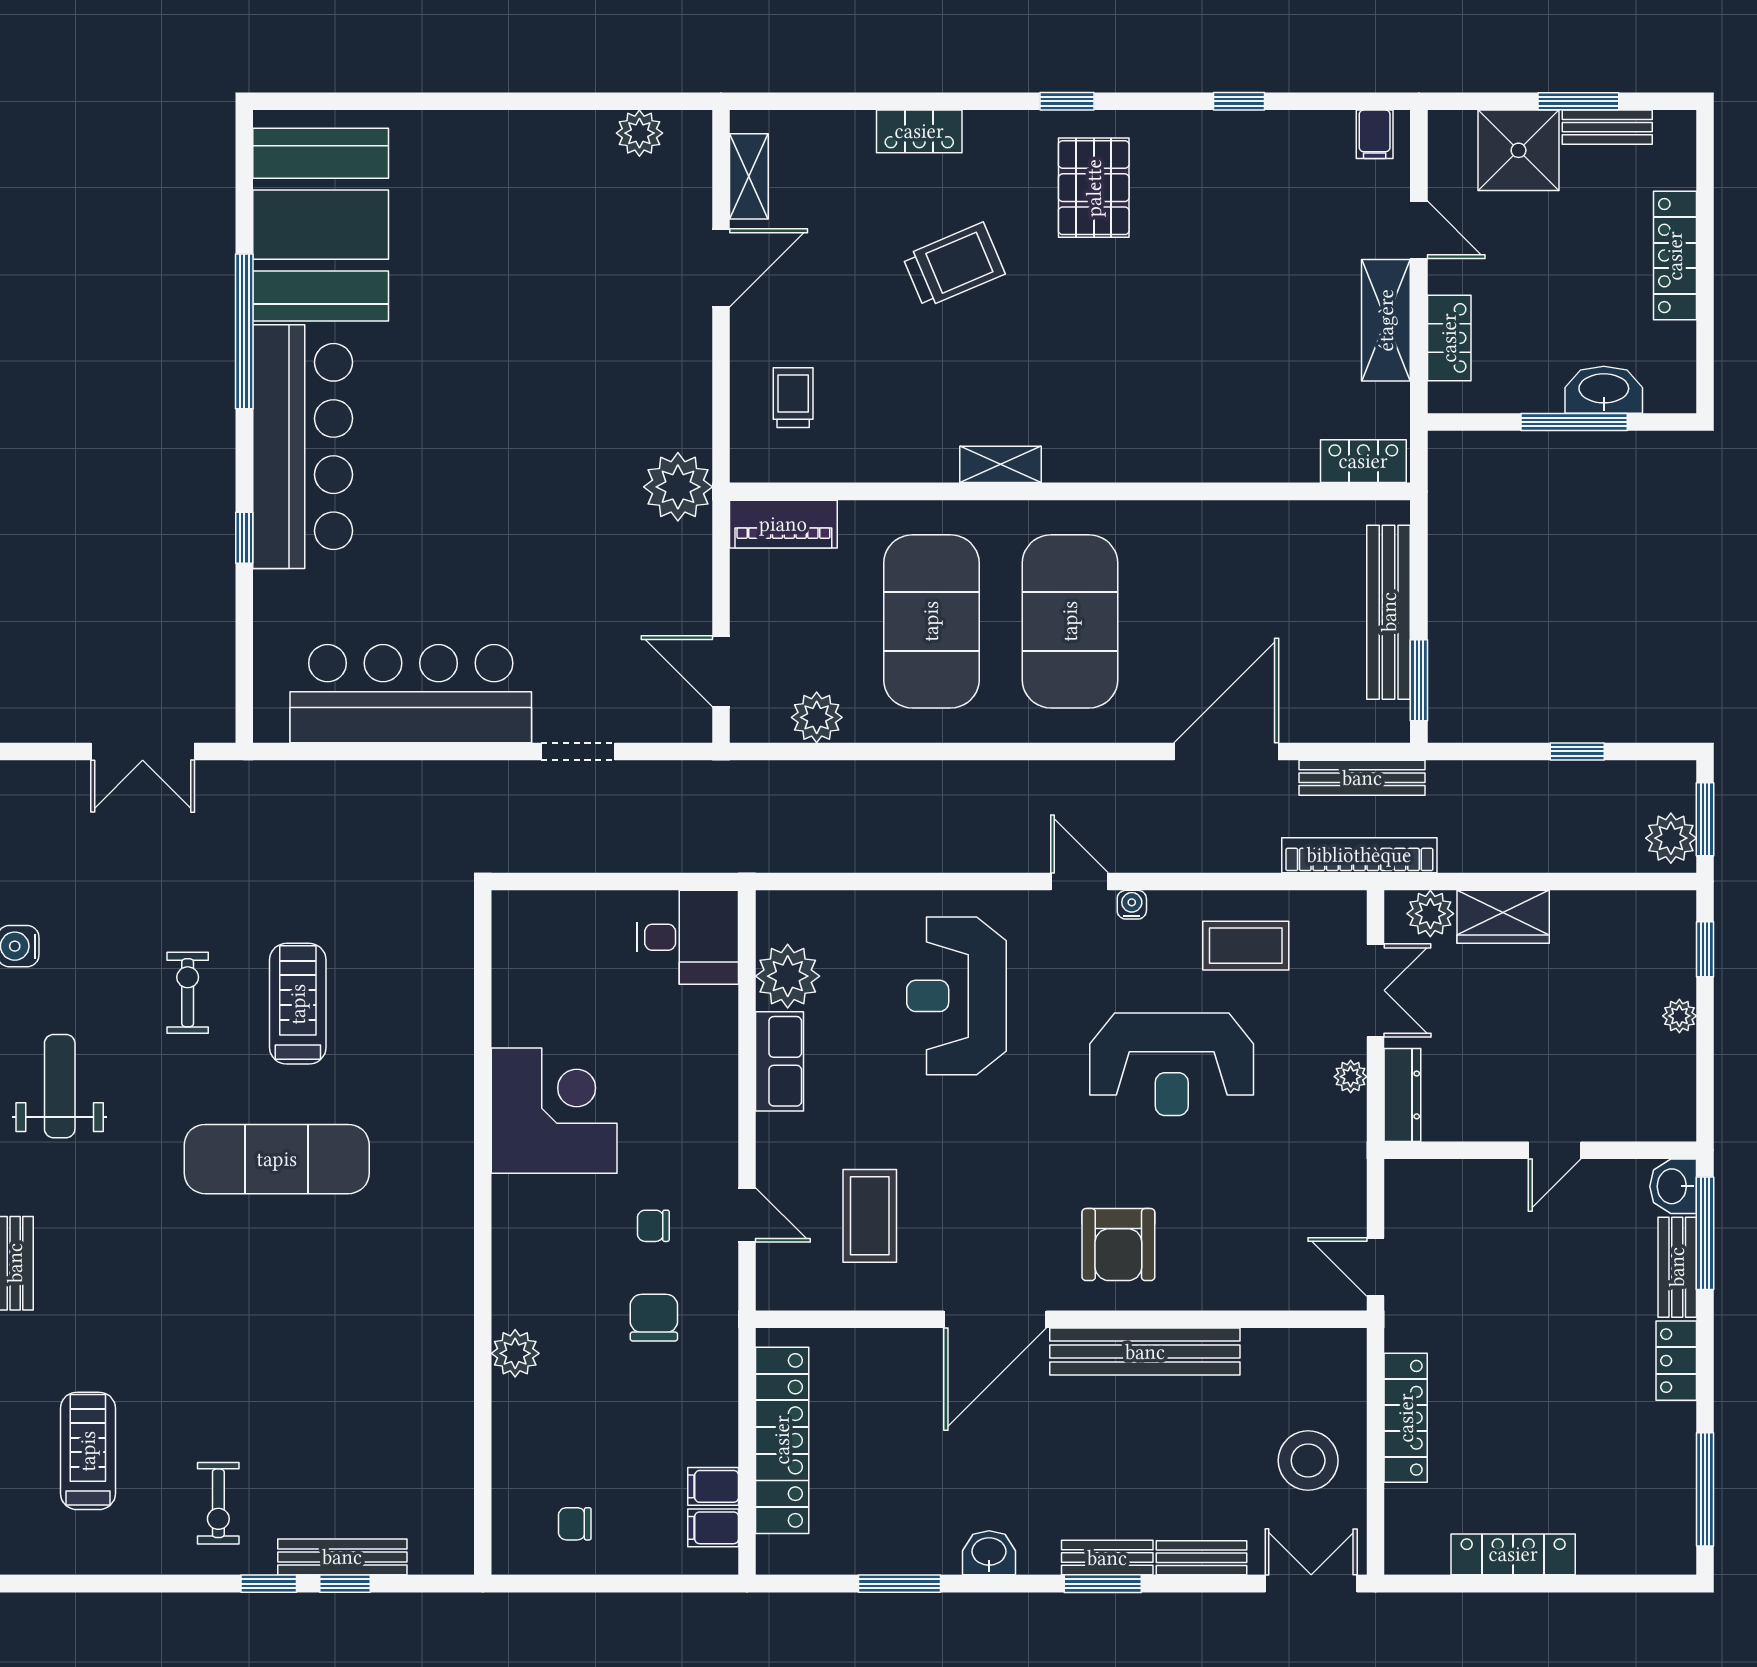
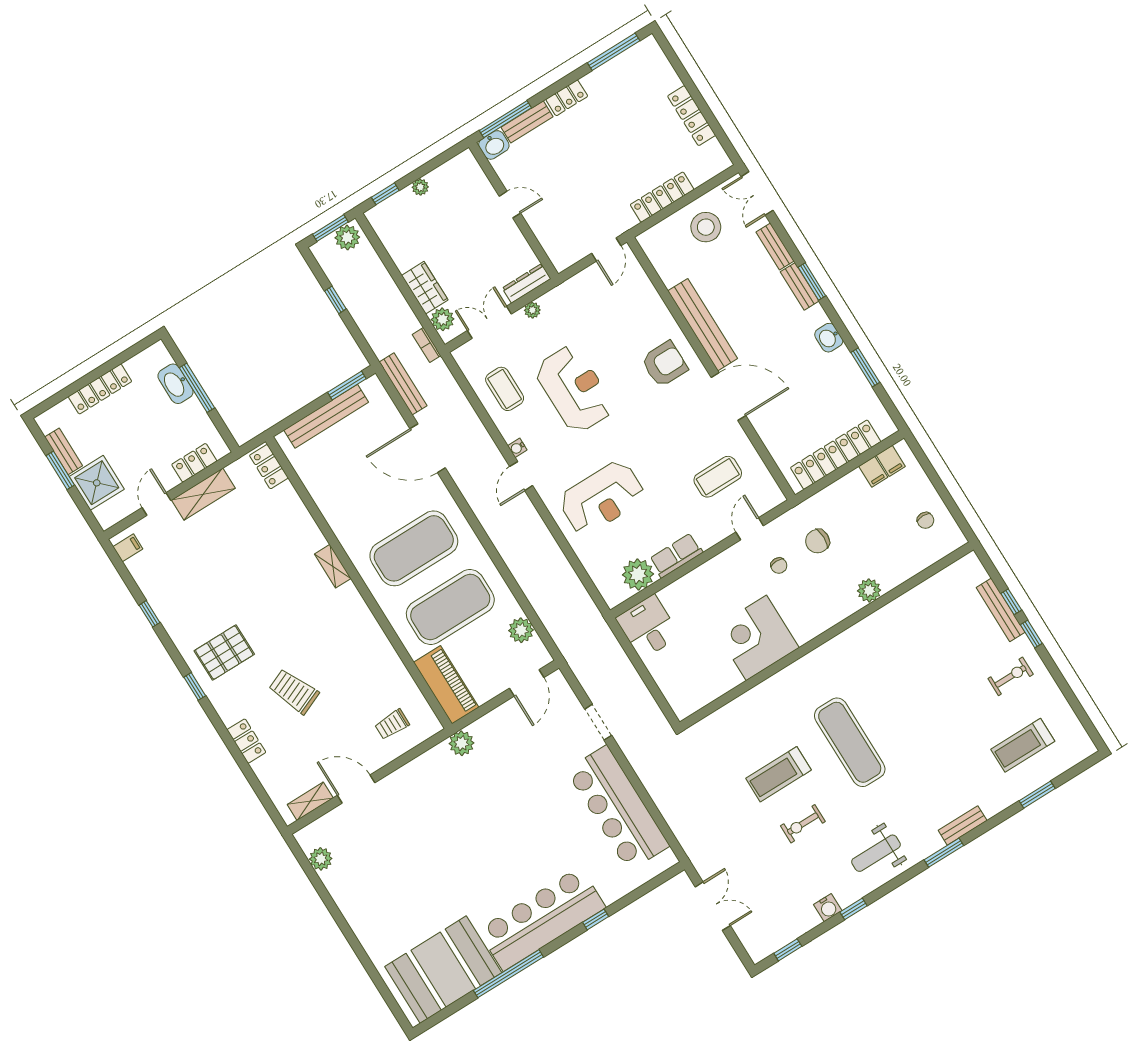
shelving: (1001, 464) -> (333, 566), moved
plant: (678, 487) -> (462, 743), width x0.73, depth x0.73
piano: (783, 524) -> (446, 685), width x1.37, depth x1.33
bookcase: (1359, 855) -> (427, 345), width x0.43, depth x0.76

